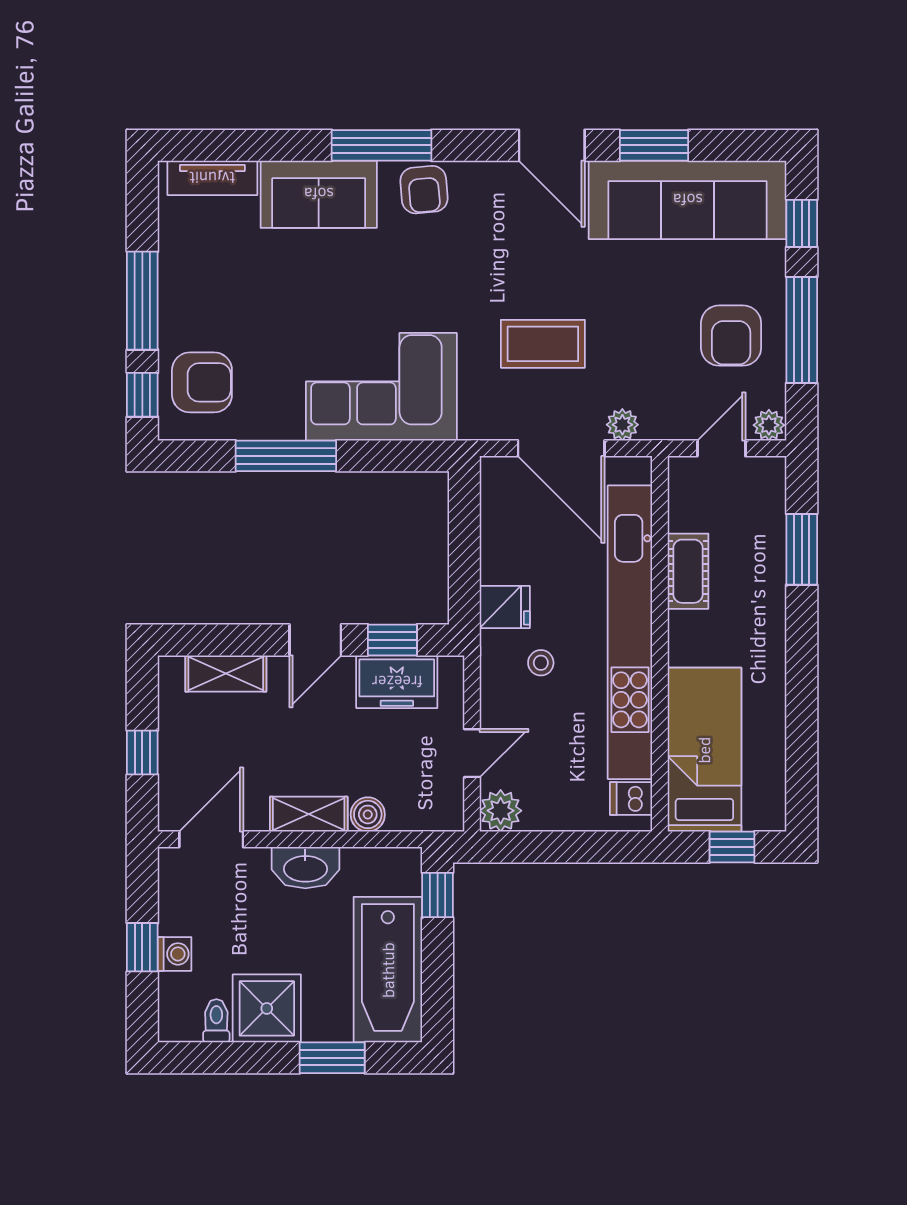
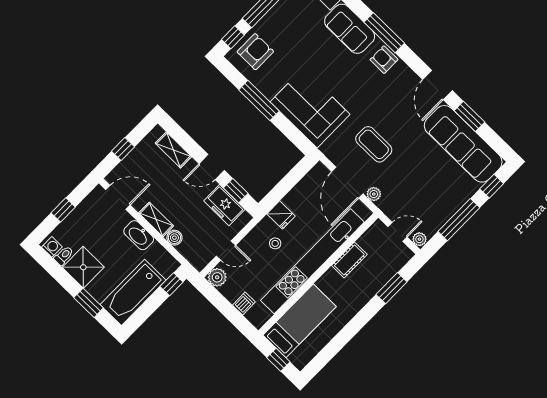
armchair: (424, 190) -> (384, 60), turned 95
armchair: (731, 336) -> (435, 200), removed
armchair: (202, 382) -> (255, 52), turned -90
dishwasher: (631, 799) -> (244, 303), moved, turned 90
washing machine: (175, 954) -> (52, 247), moved, turned -90

